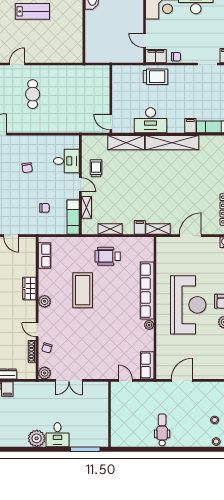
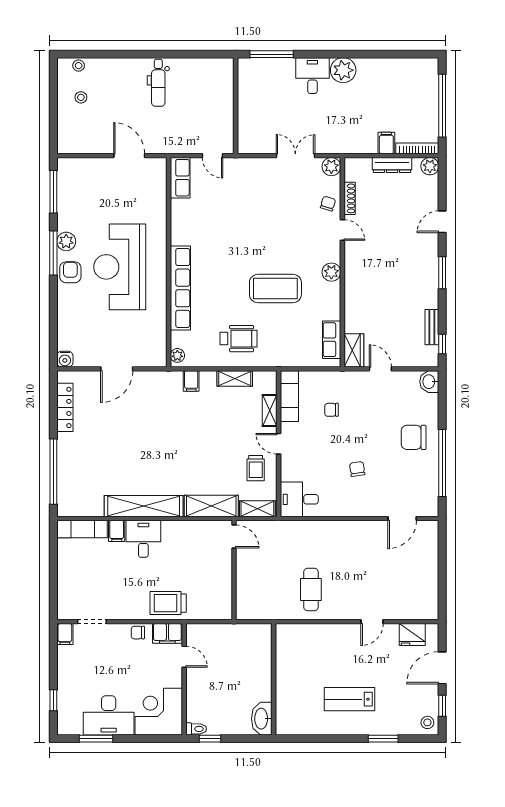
cafe table: (33, 94) -> (311, 589), moved
desk: (151, 120) -> (143, 539), moved, width x0.73
desk: (66, 161) -> (299, 499), moved
shelving: (158, 229) -> (257, 509), moved
wardrobe: (29, 288) -> (354, 350), moved
coffee table: (83, 290) -> (275, 288), turned 90
plant: (149, 325) -> (177, 355), moved
door: (182, 380) -> (129, 156), swing flipped

